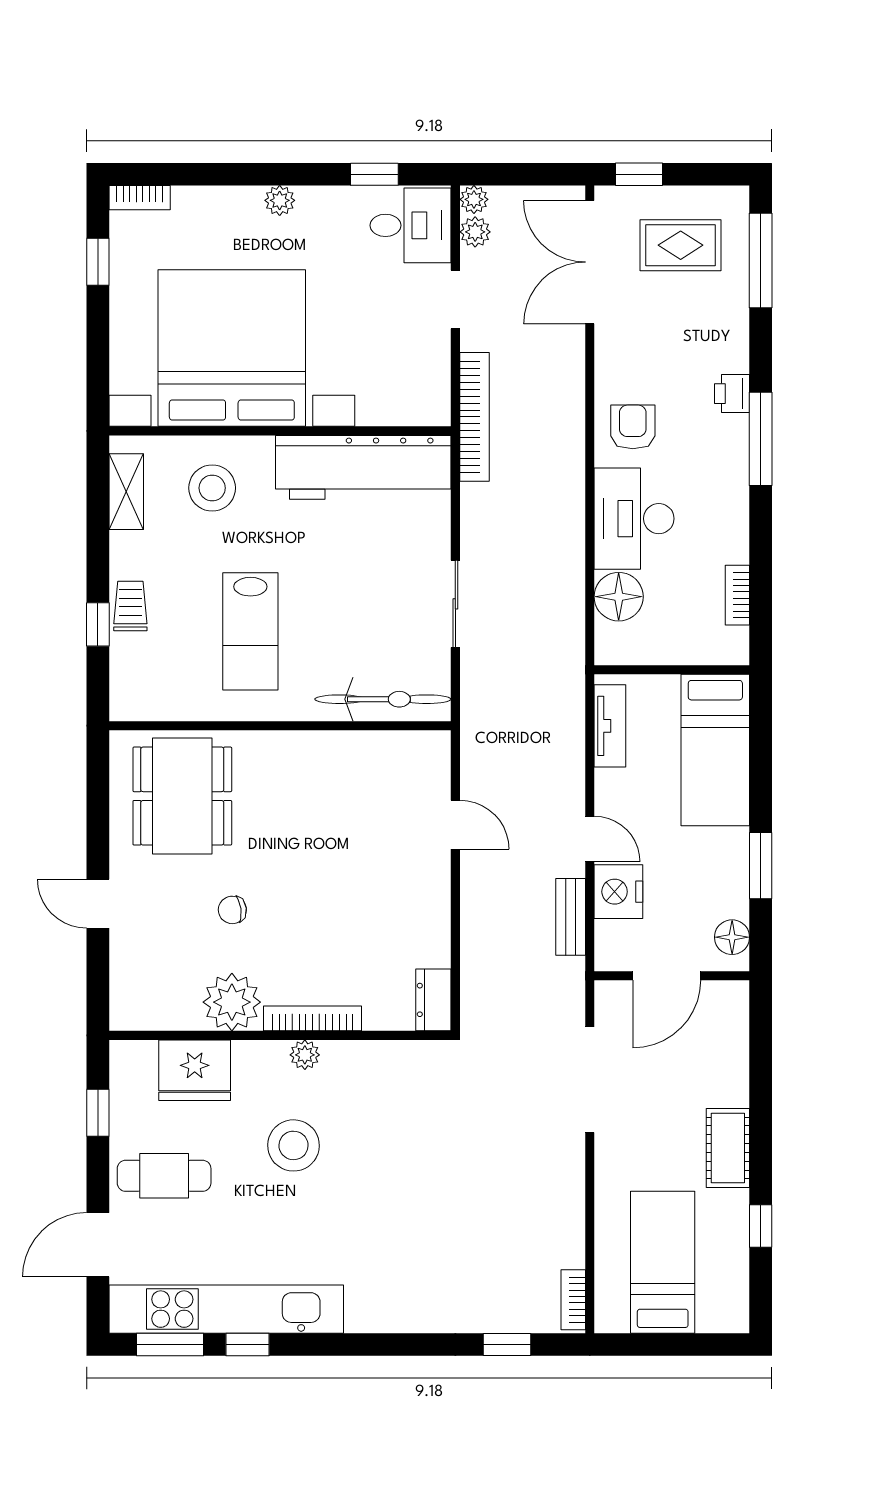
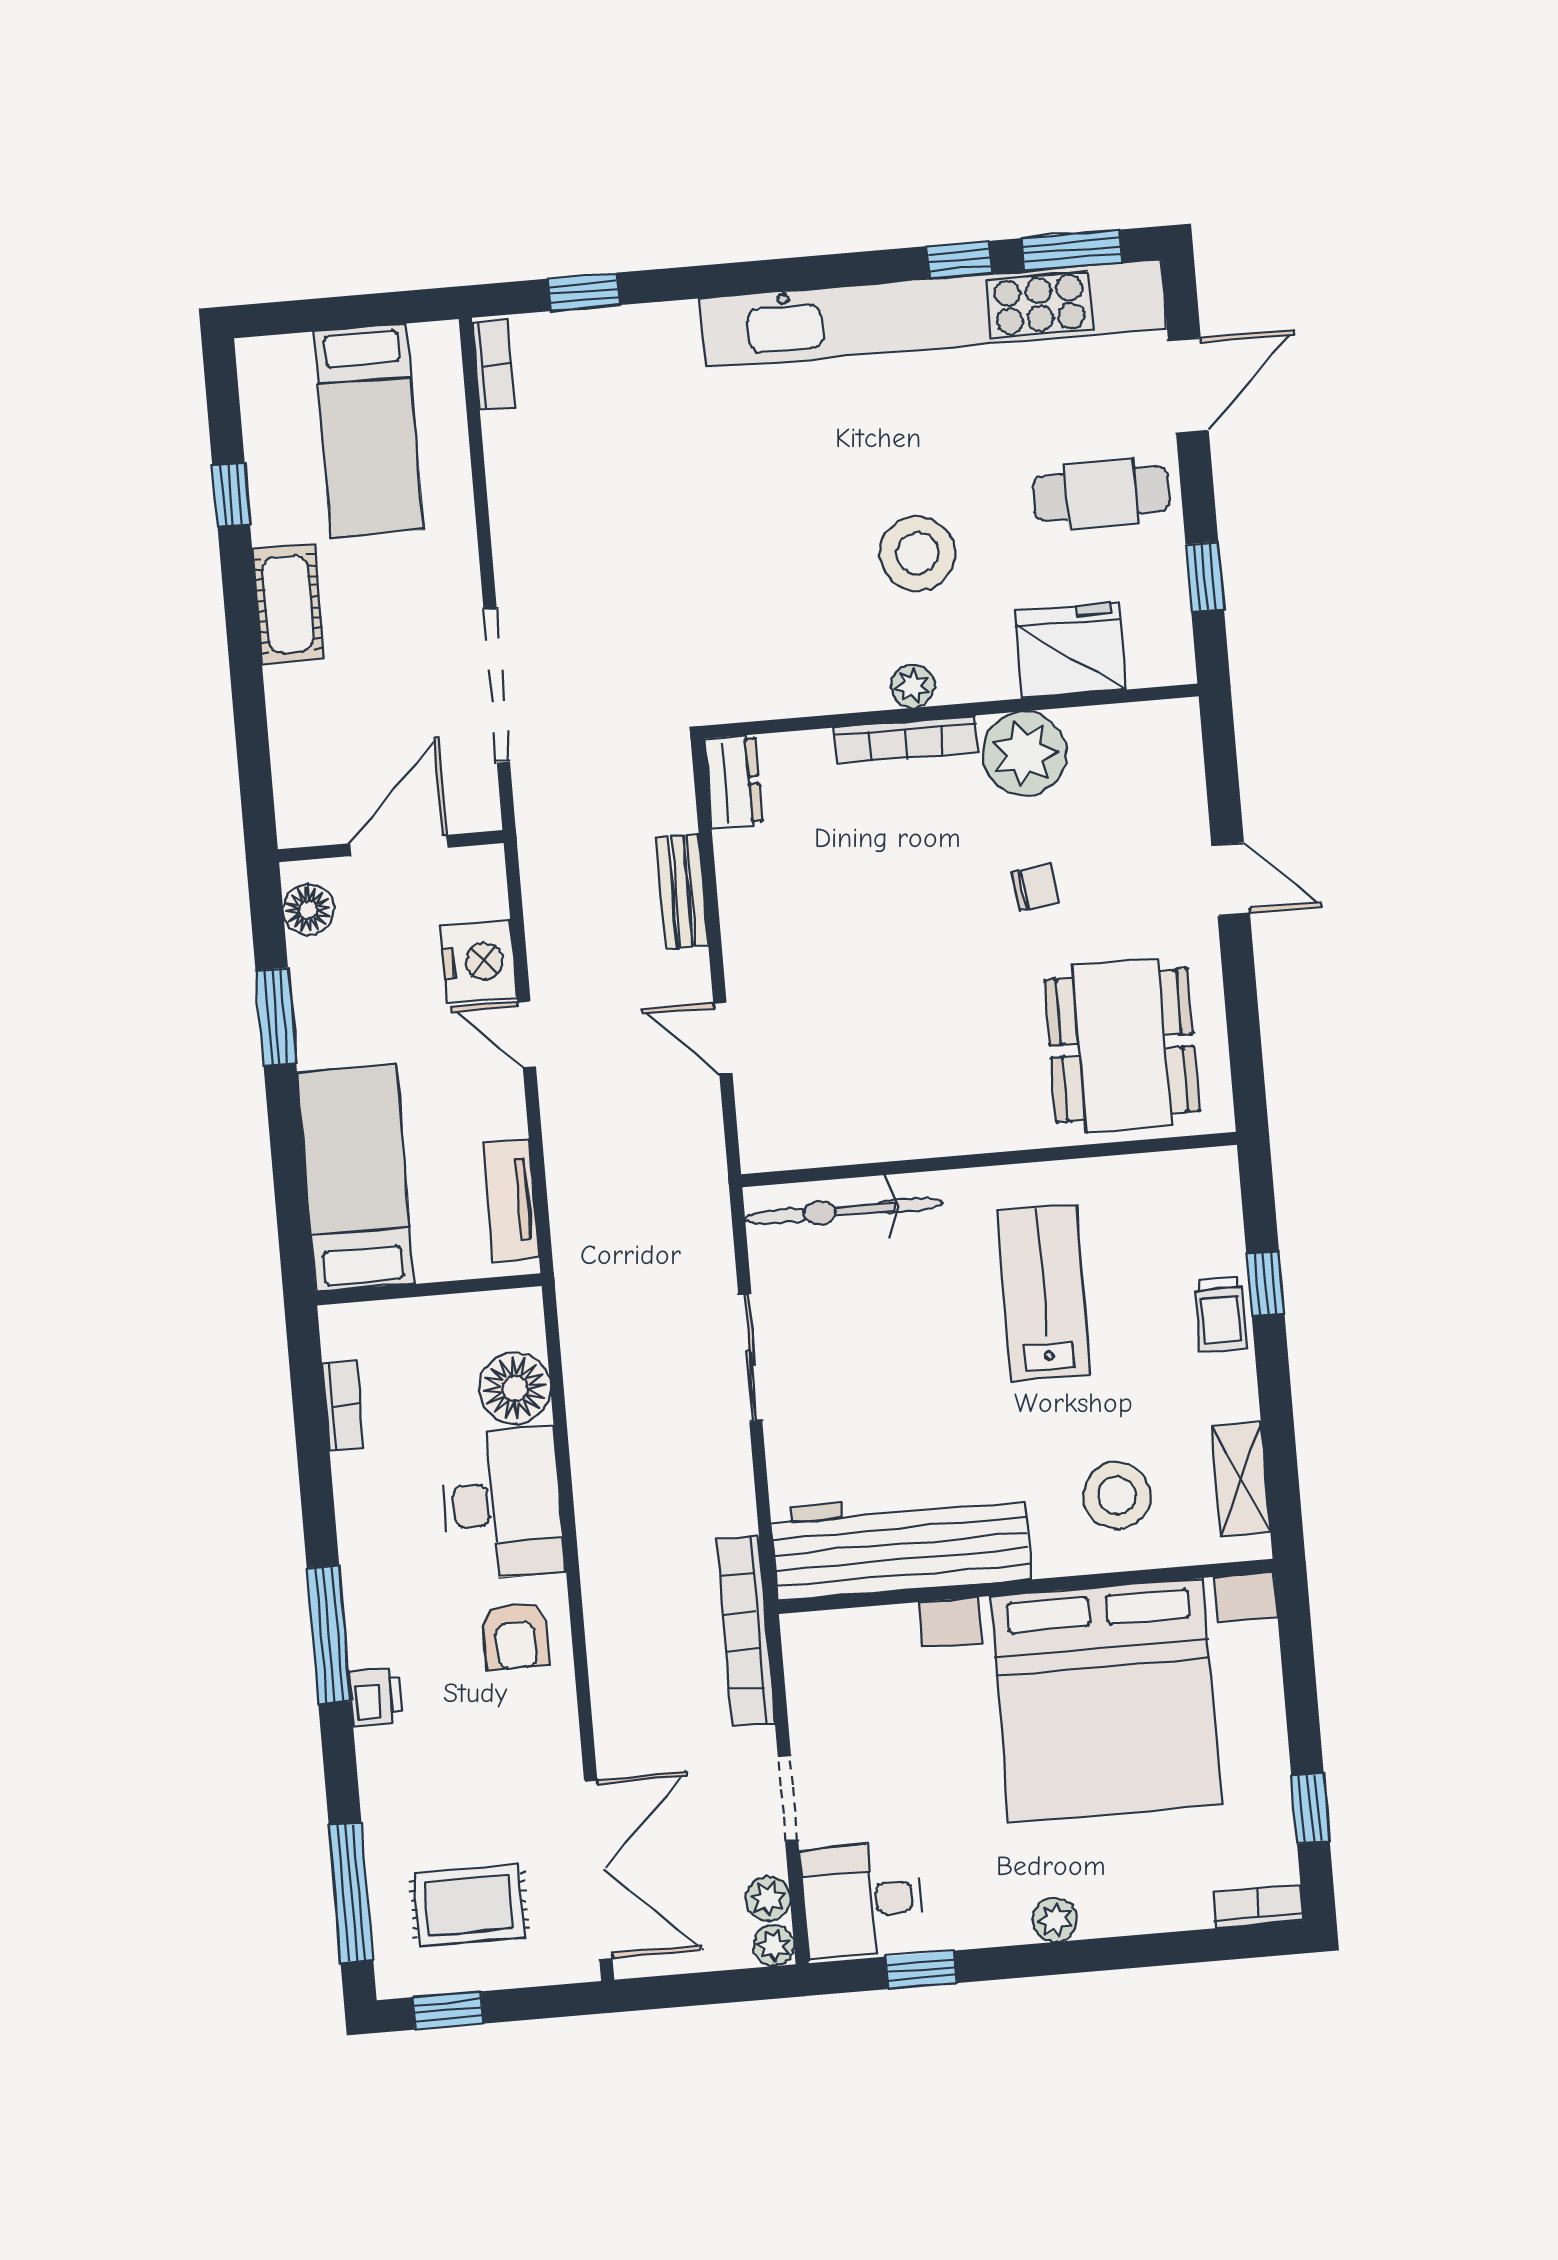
window: (639, 174) -> (448, 2010), moved
bench: (571, 917) -> (682, 891), moved
kitchen unit: (226, 1309) -> (933, 314), width x1.36

